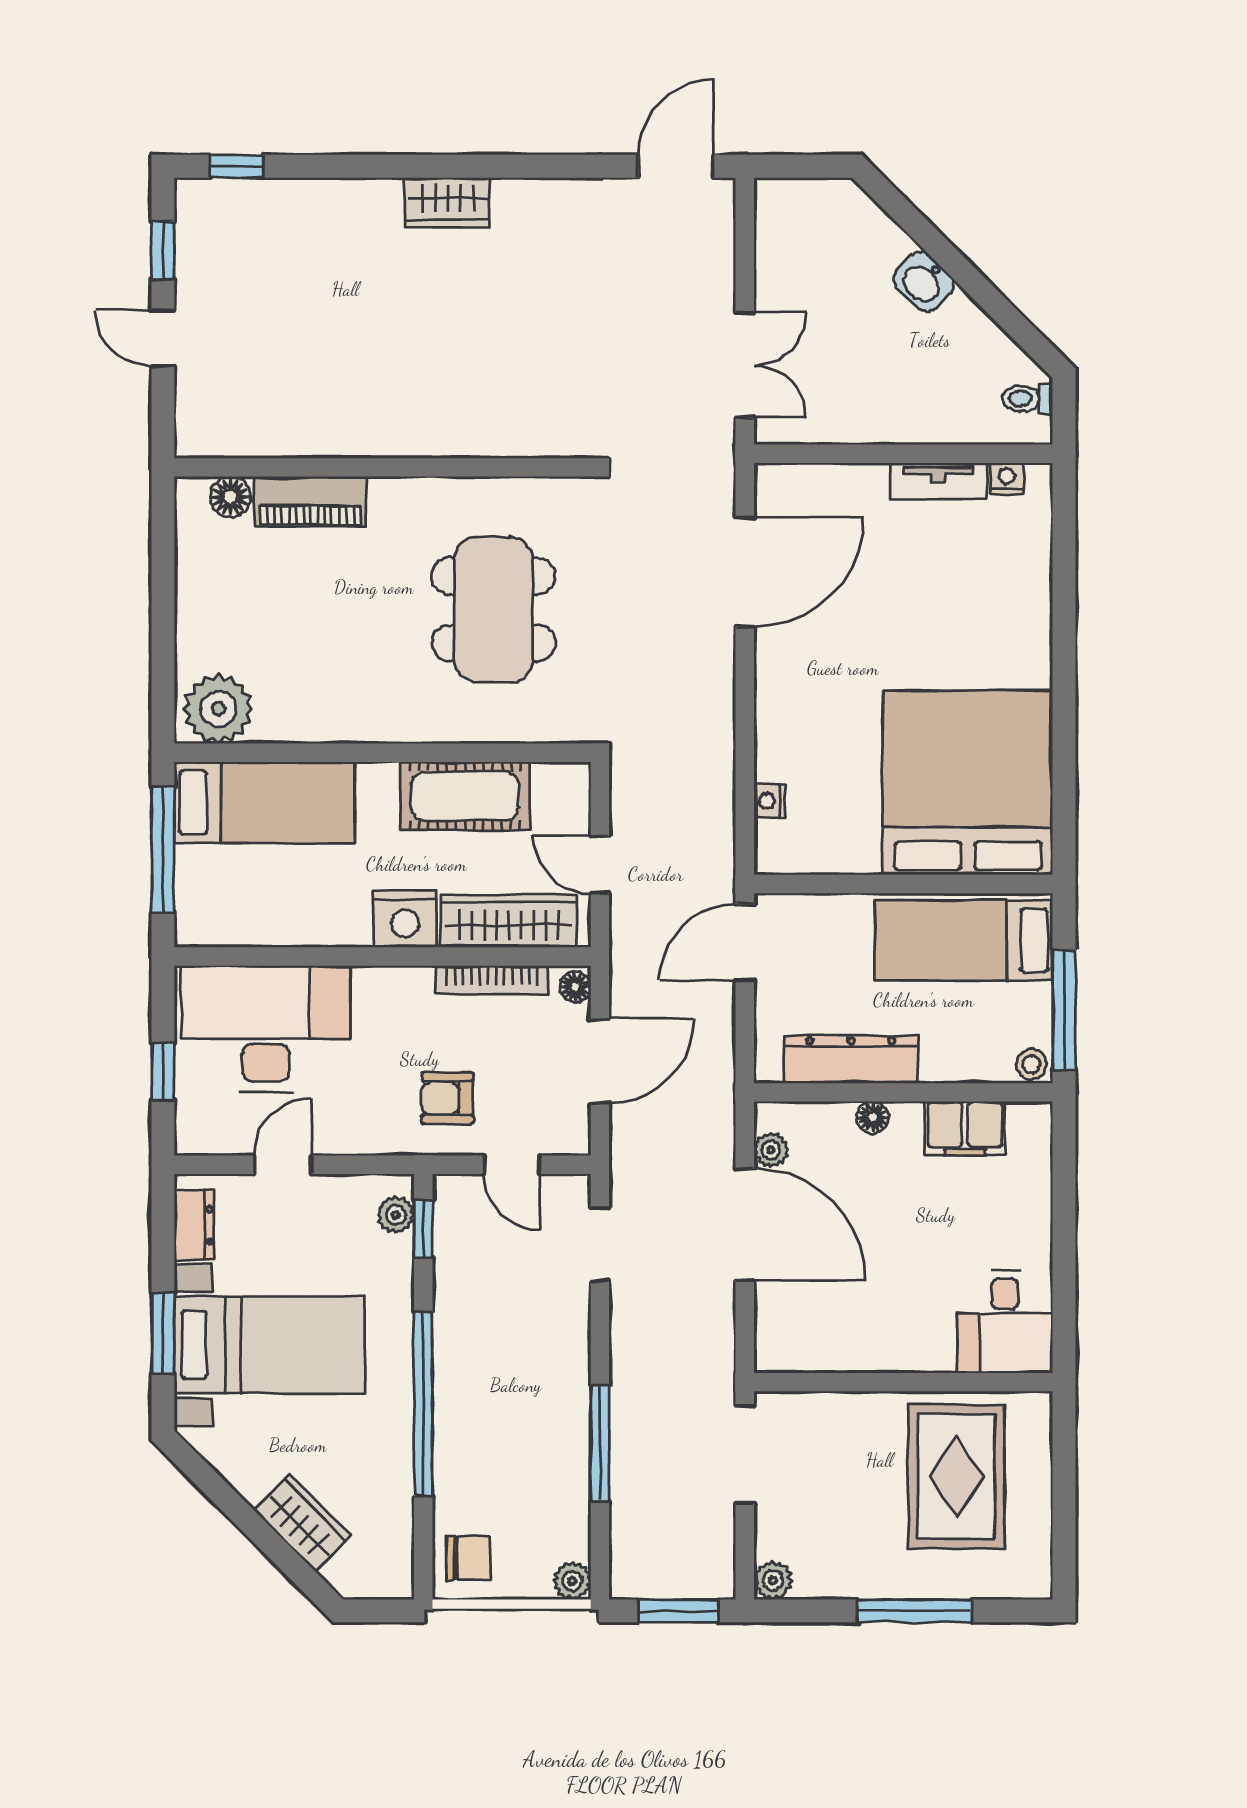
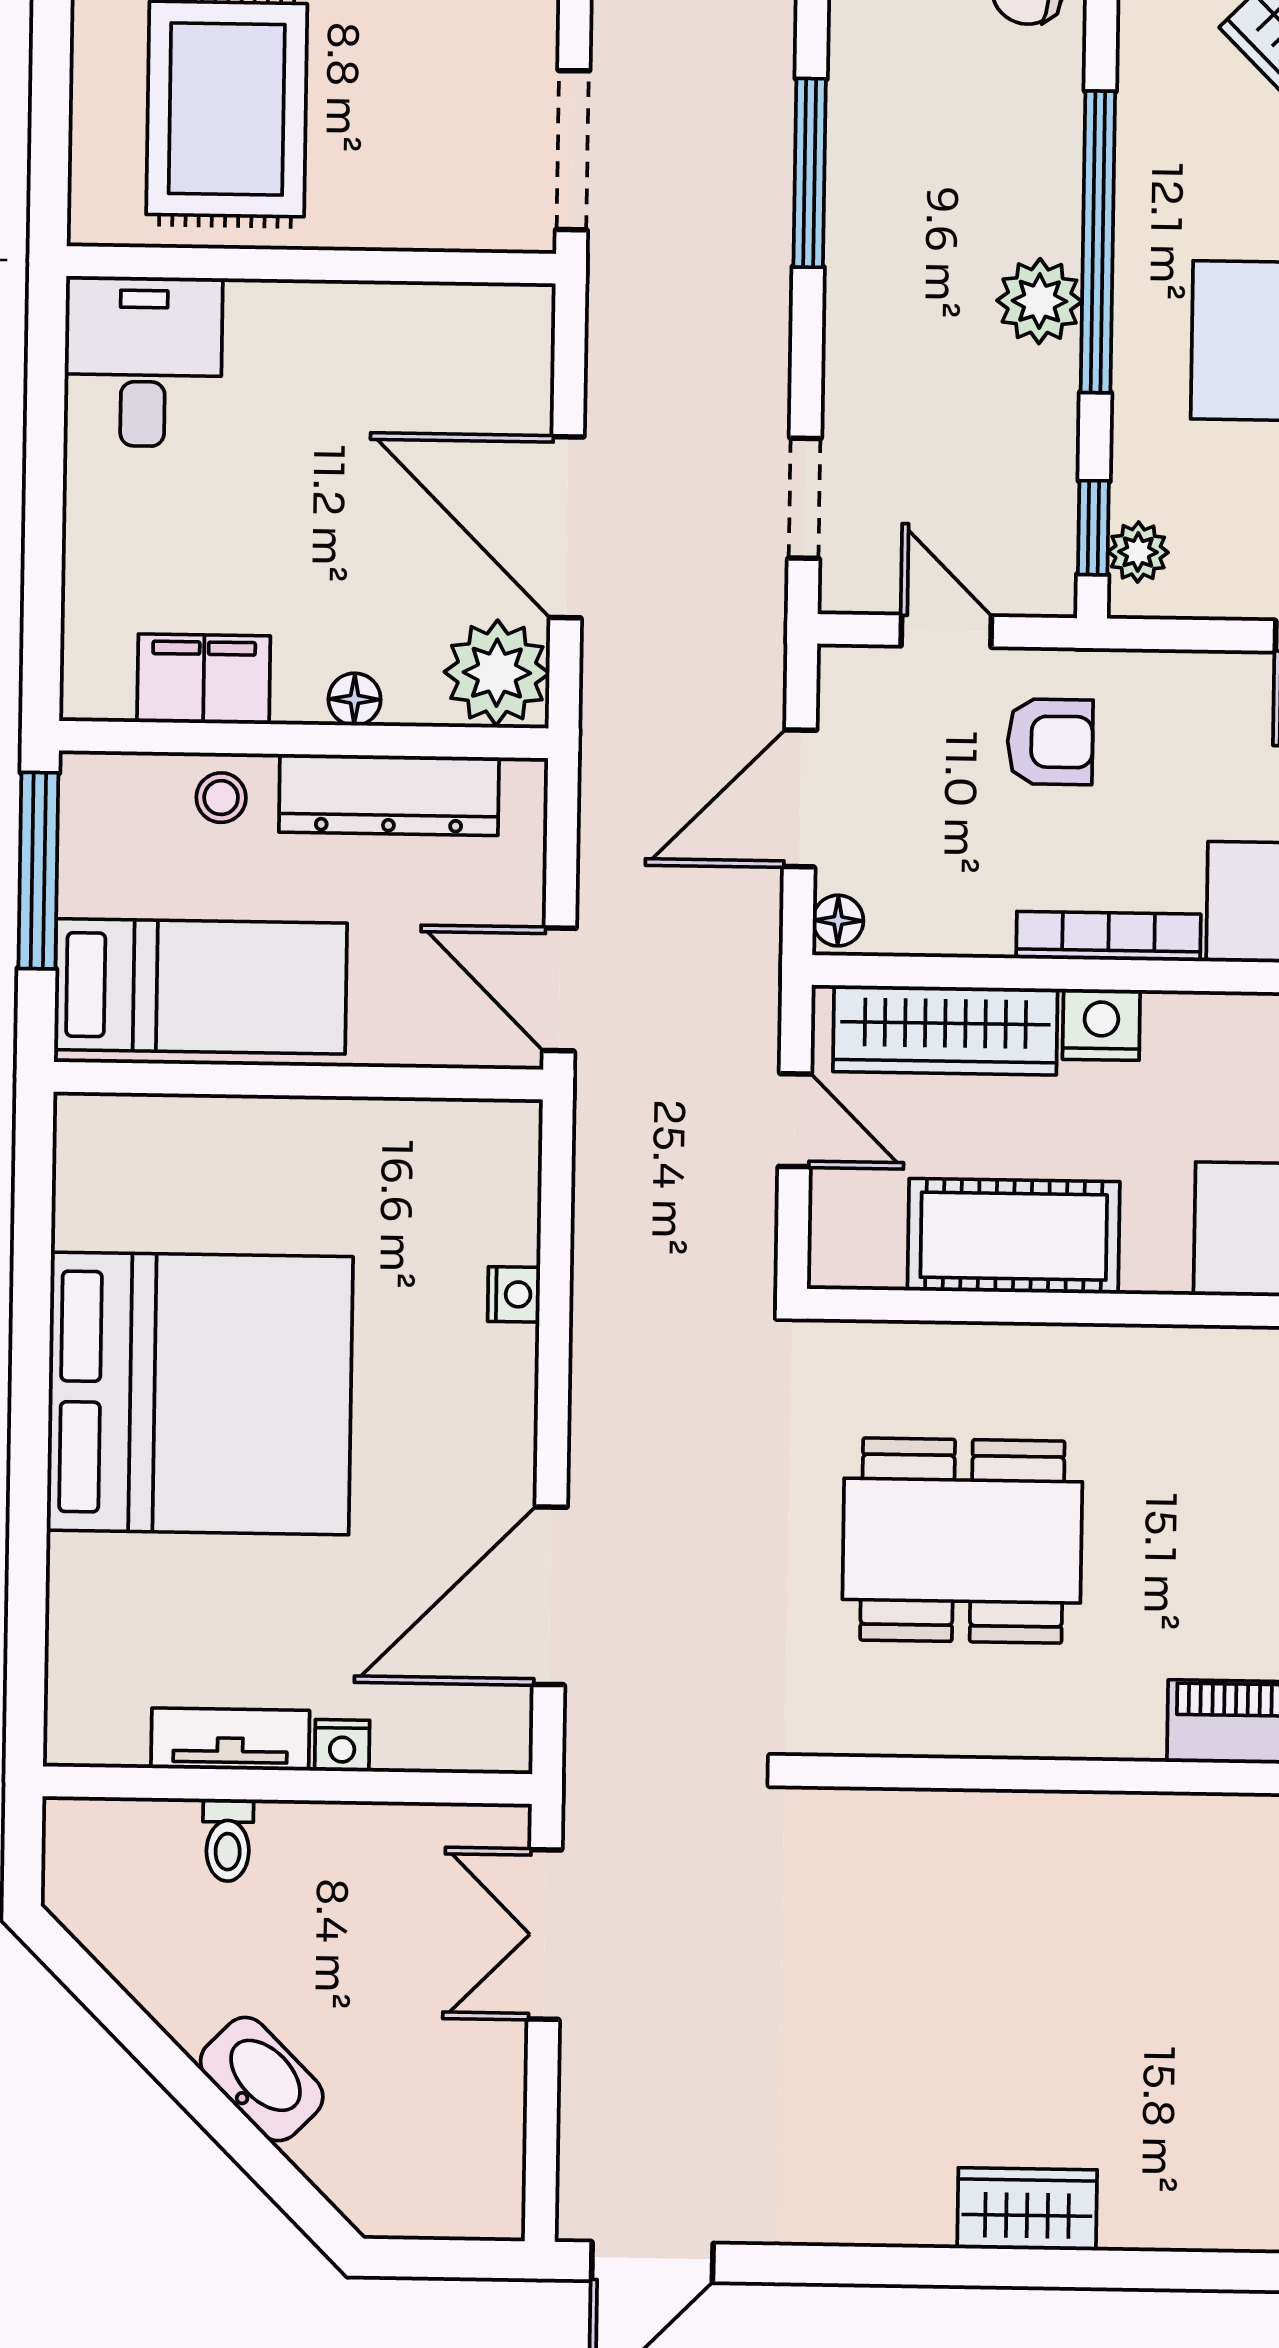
washbasin: (924, 282) -> (262, 2079), width x1.38
toilet: (1028, 399) -> (228, 1840), moved, turned 90
nightstand: (1007, 479) -> (342, 1746), moved
dining table: (494, 610) -> (962, 1541), turned 90
bed: (968, 783) -> (200, 1393), moved, turned -90
nightstand: (770, 801) -> (514, 1294), moved
nightstand: (405, 919) -> (1101, 1025), width x0.74, depth x0.75
door: (745, 942) -> (559, 989), swing flipped
bookcase: (492, 980) -> (1108, 936), moved
stool: (1031, 1064) -> (221, 798), moved
plant: (771, 1150) -> (497, 673), width x1.88, depth x1.88
plant: (458, 1367) -> (1039, 301), added

